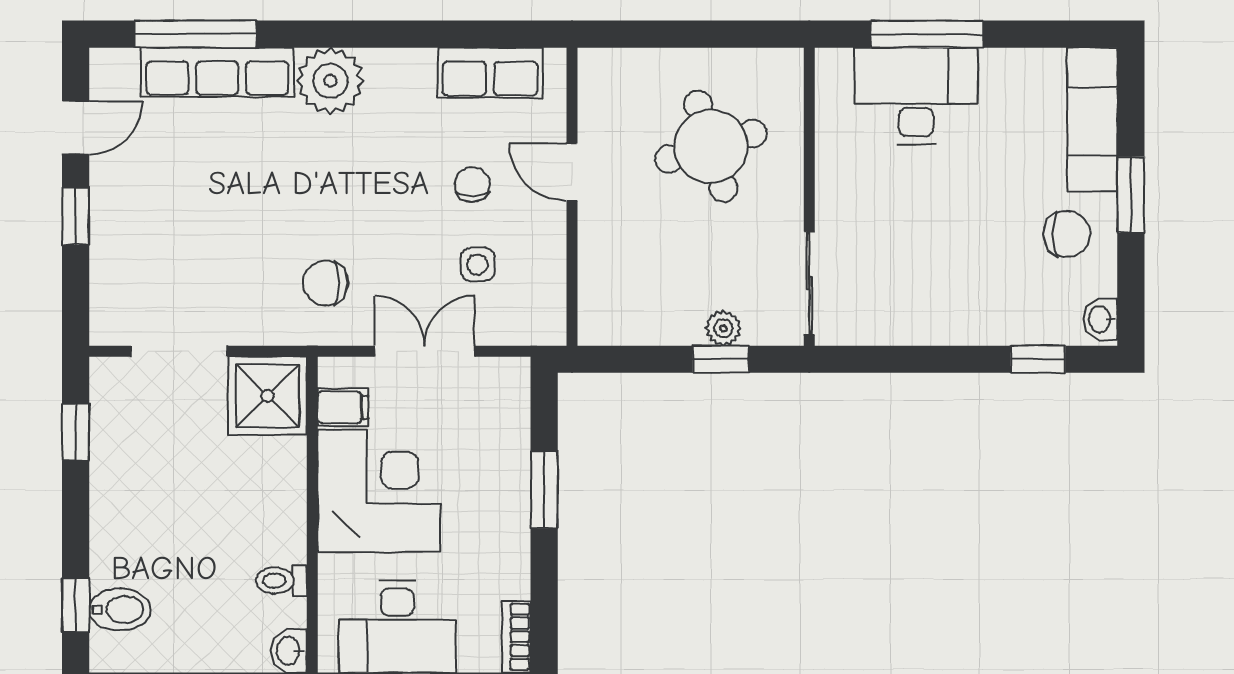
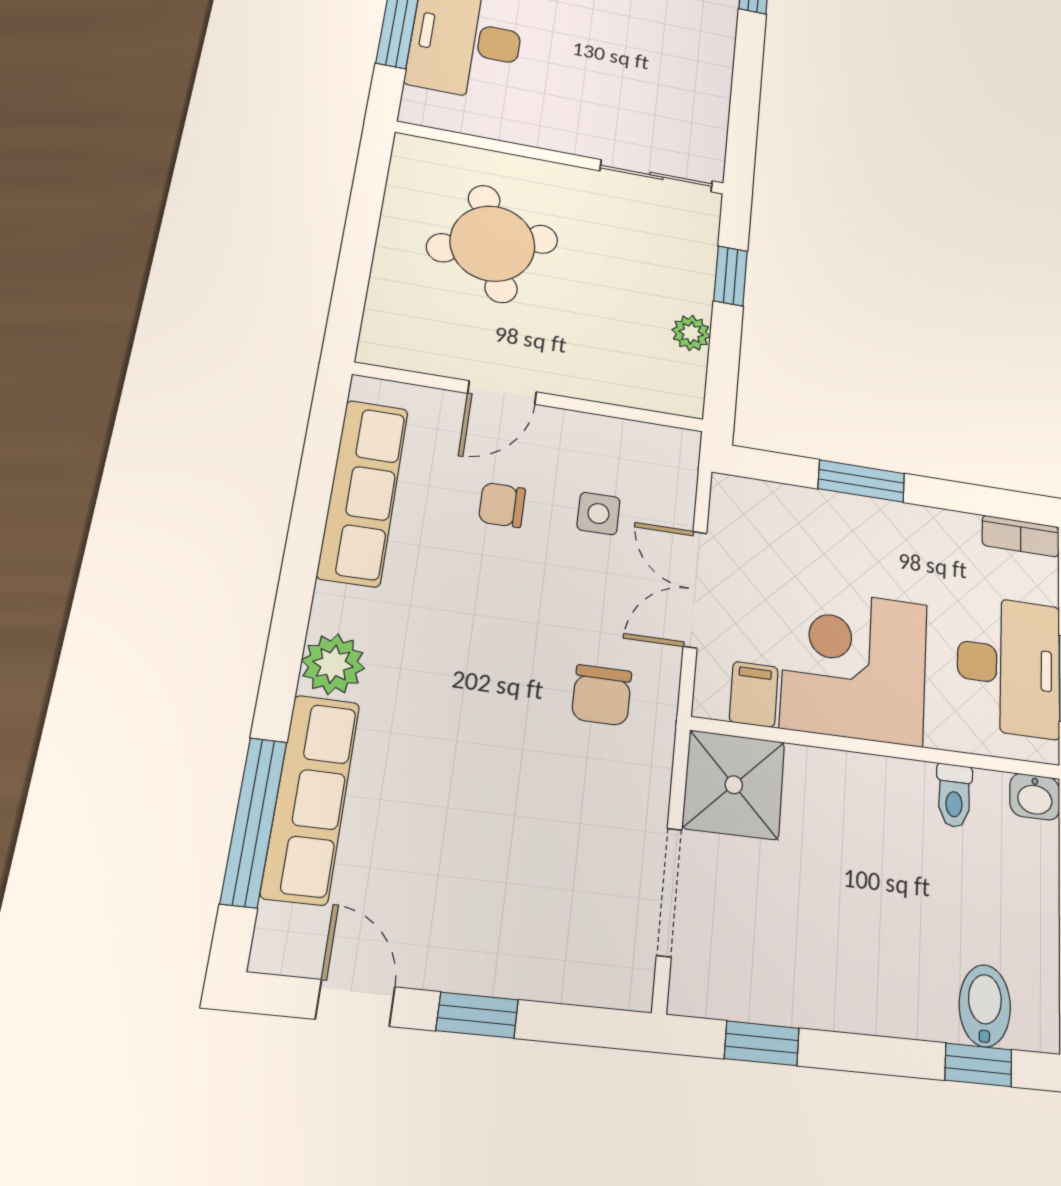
row of seats: (490, 73) -> (363, 492), width x1.48
plant: (330, 81) -> (333, 664), width x0.73, depth x0.73
plant: (723, 328) -> (691, 333), moved

